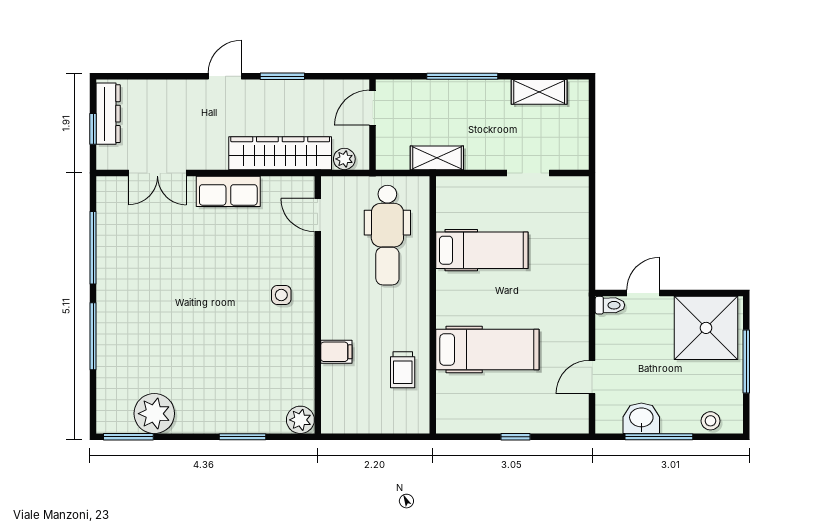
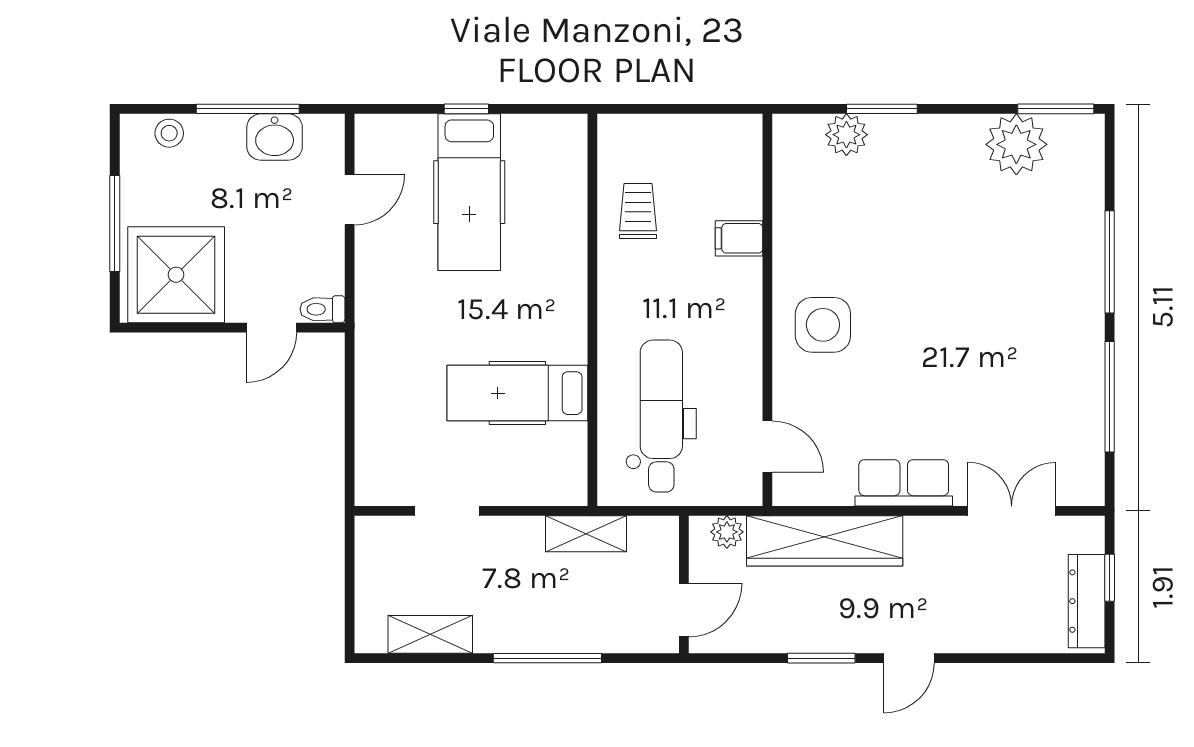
side table: (281, 295) -> (823, 325), width x1.87, depth x1.87
hospital bed: (487, 350) -> (469, 192), moved, turned -90
plant: (300, 420) -> (846, 135), moved

